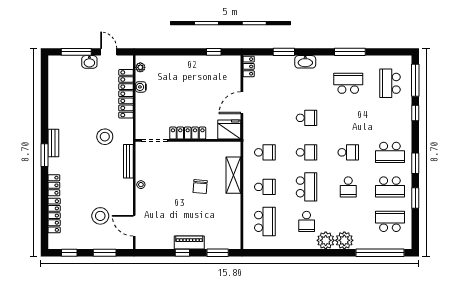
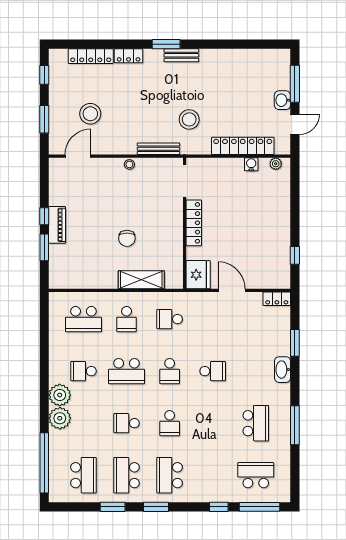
school desk: (307, 118) -> (213, 371), turned -90
school desk: (265, 152) -> (170, 319), turned 90
chair: (200, 187) -> (127, 238), turned -95
window: (218, 253) -> (44, 247), moved

